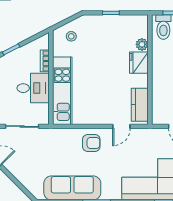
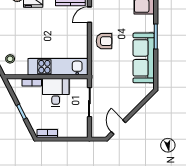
door: (121, 126) -> (89, 15), swing flipped
armchair: (91, 143) -> (104, 41), turned 90

